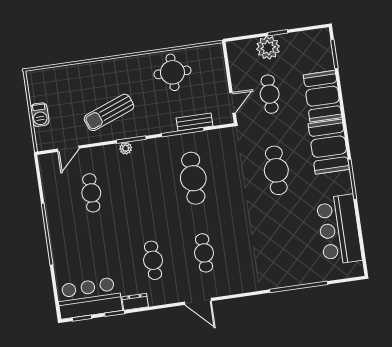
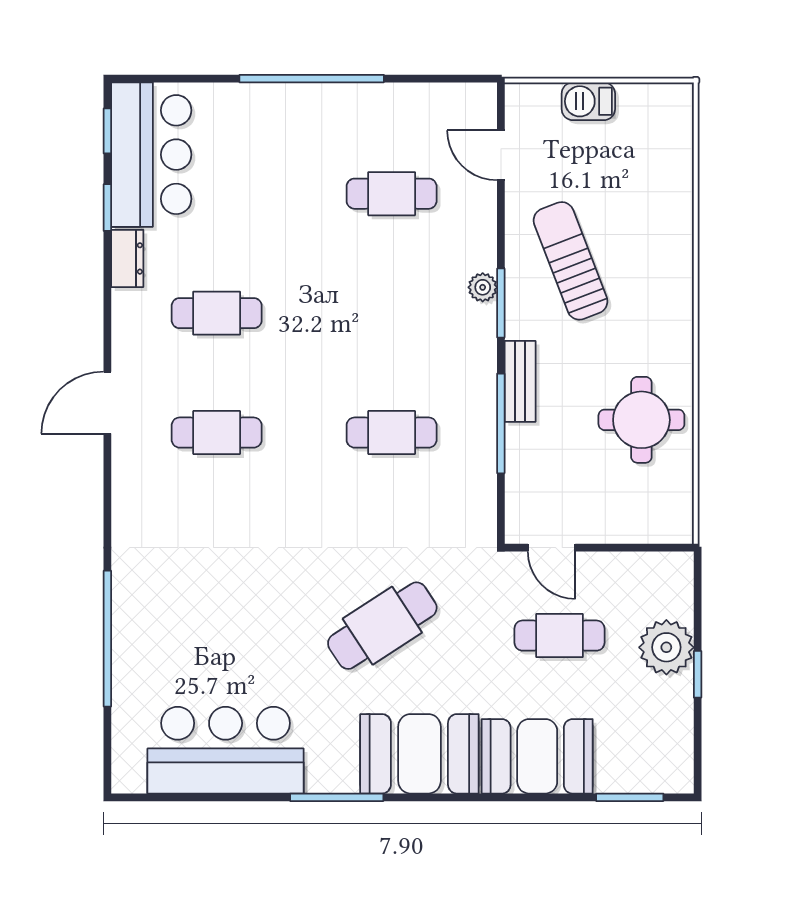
bench: (194, 122) -> (520, 381), moved
cafe table: (276, 170) -> (382, 626), turned -33
cafe table: (193, 178) -> (392, 433), width x0.73, depth x0.74

